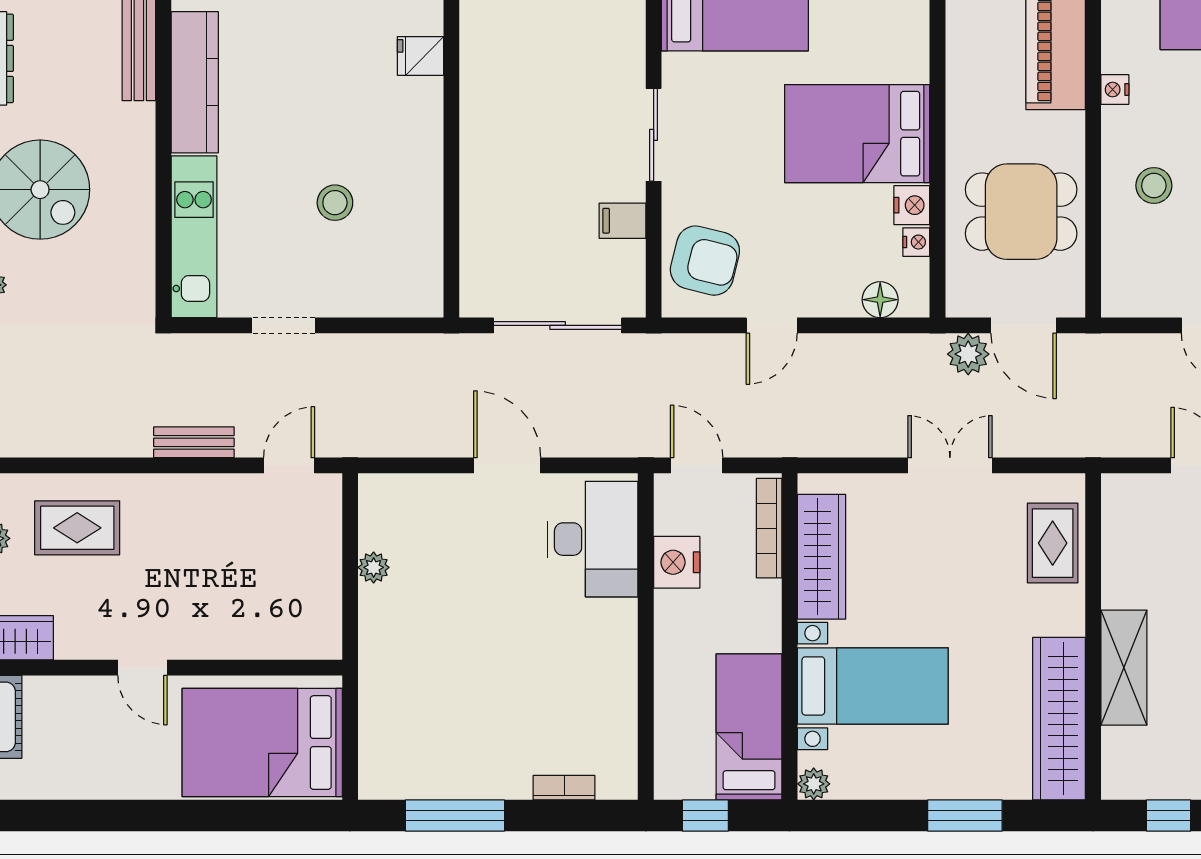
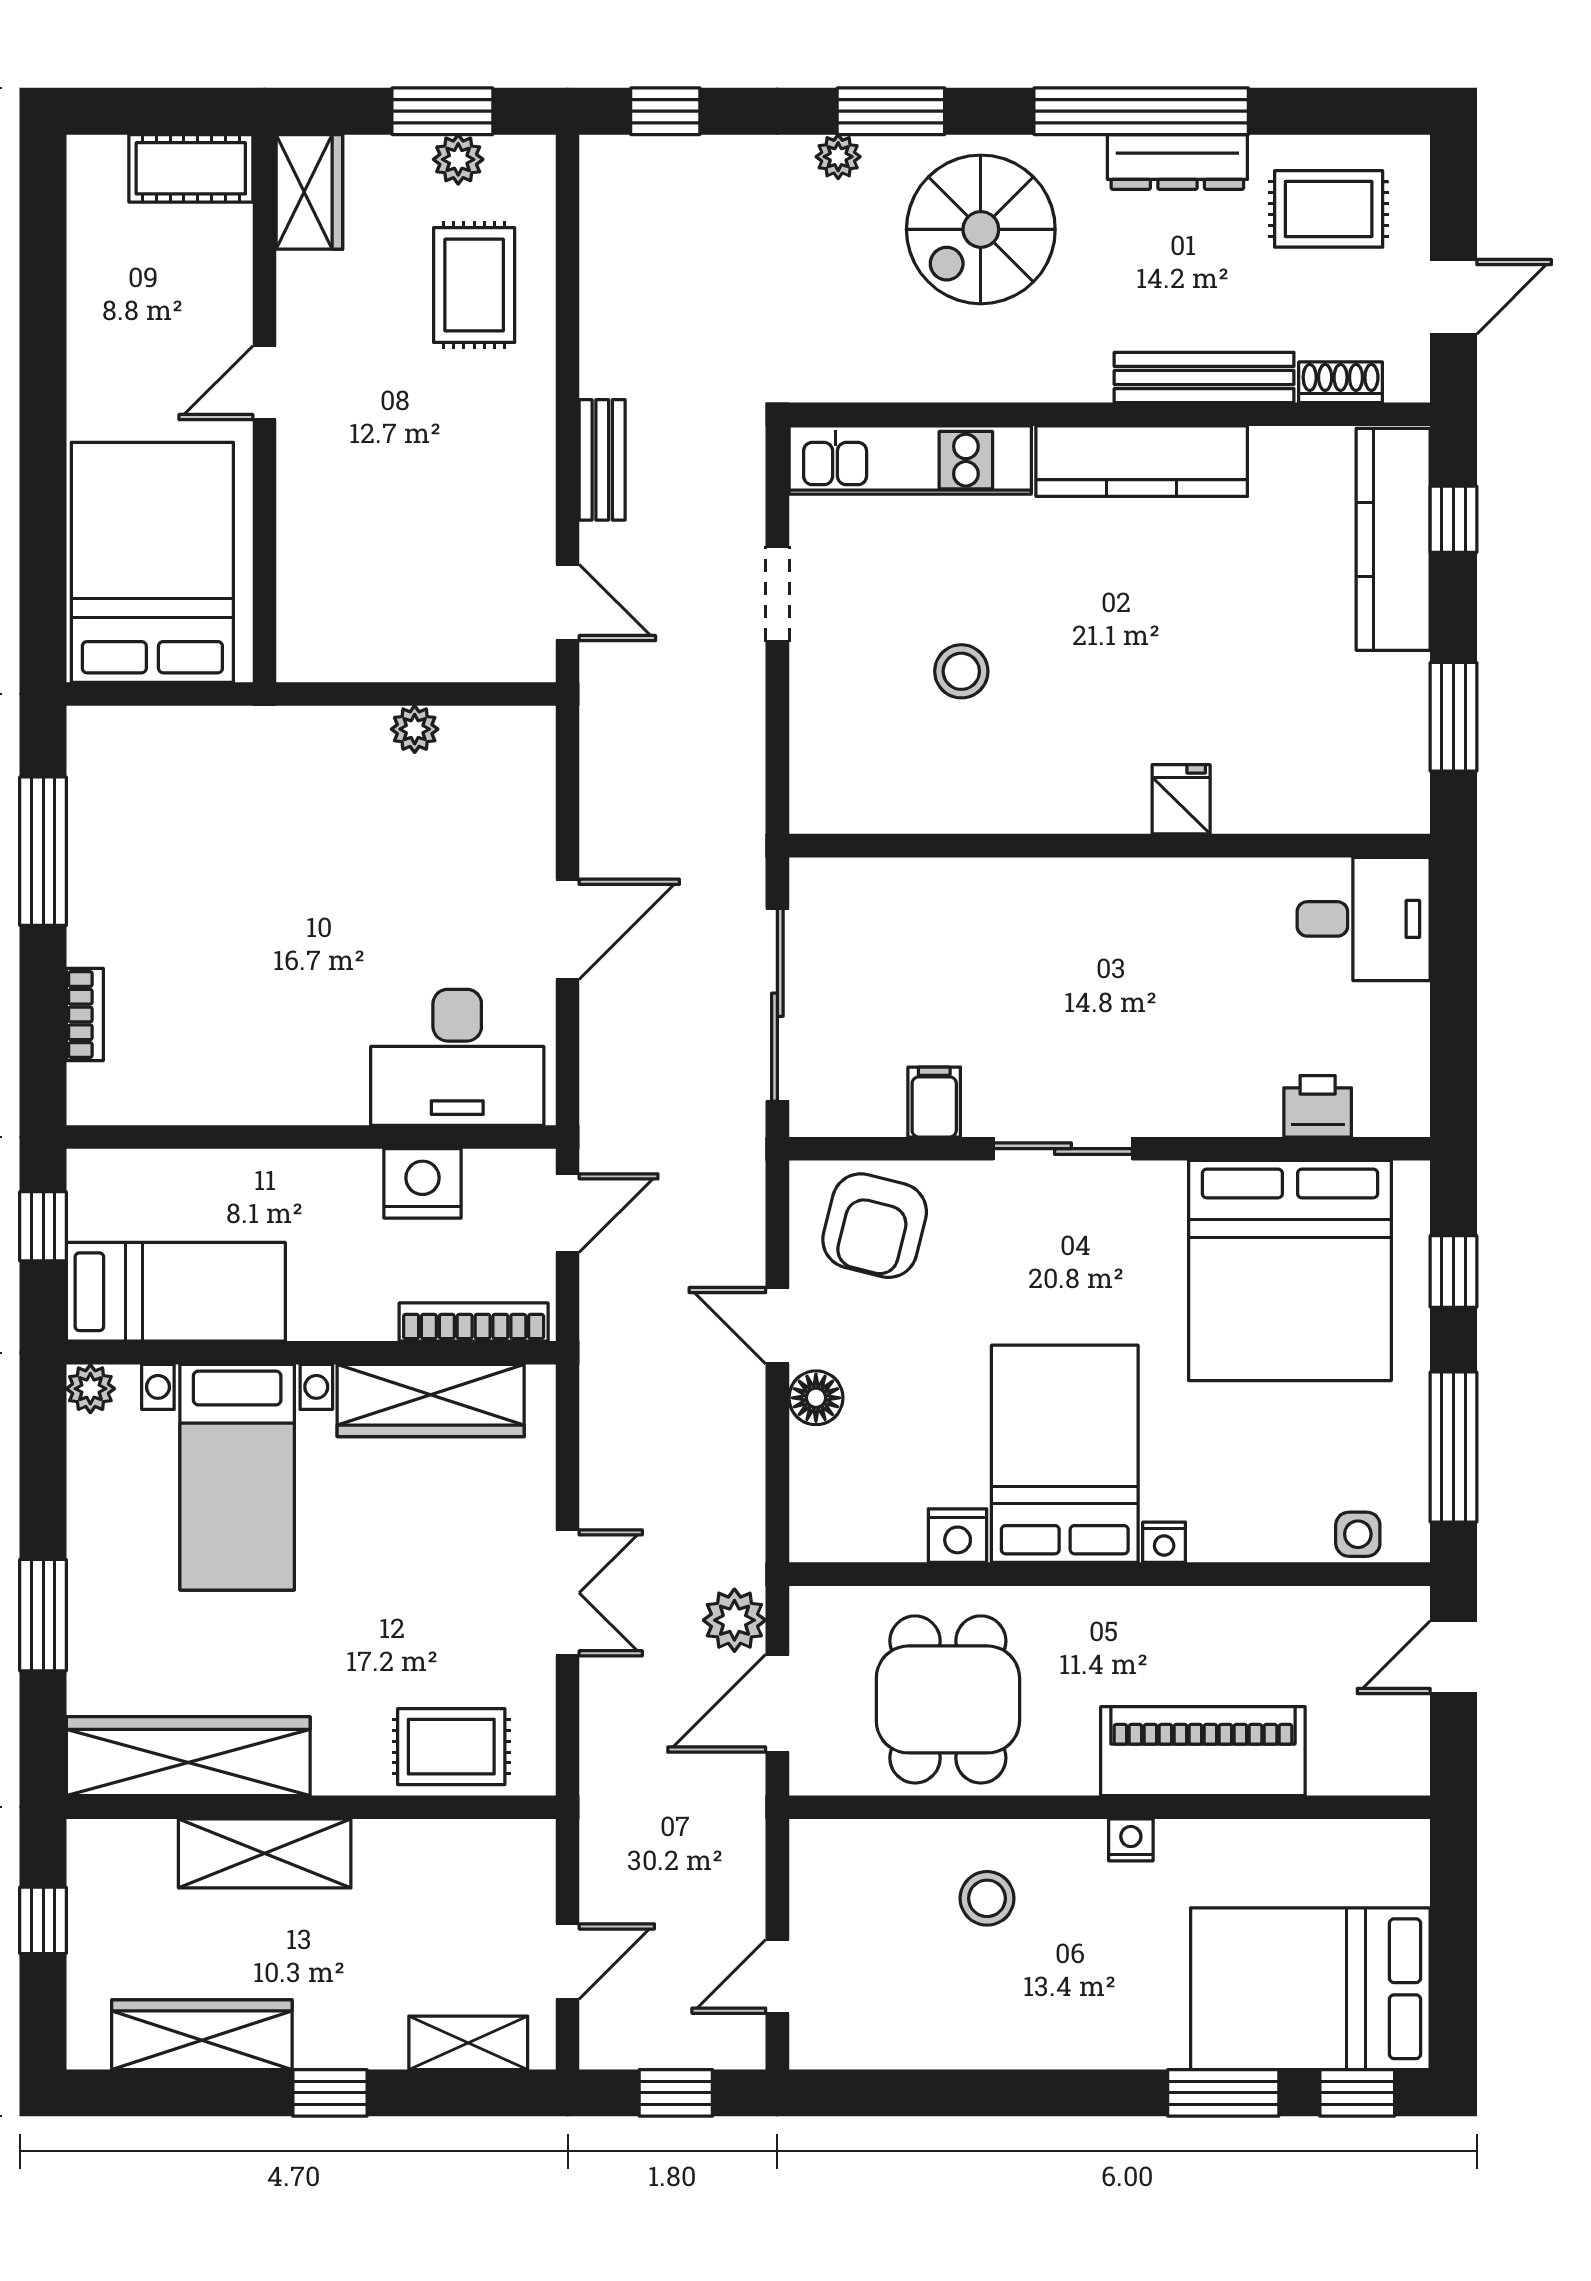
nightstand: (916, 242) -> (1164, 1542), moved
floor lamp: (880, 300) -> (816, 1398), moved

